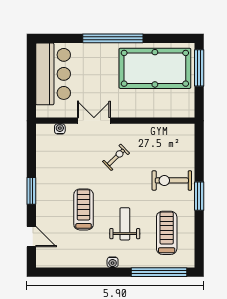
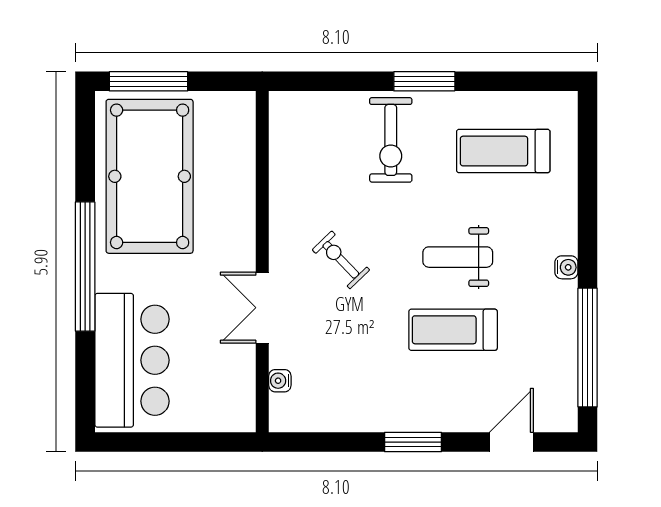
bar counter: (53, 74) -> (132, 360), moved, turned 90
weight bench: (125, 224) -> (458, 257), moved
window: (159, 272) -> (588, 348), moved

